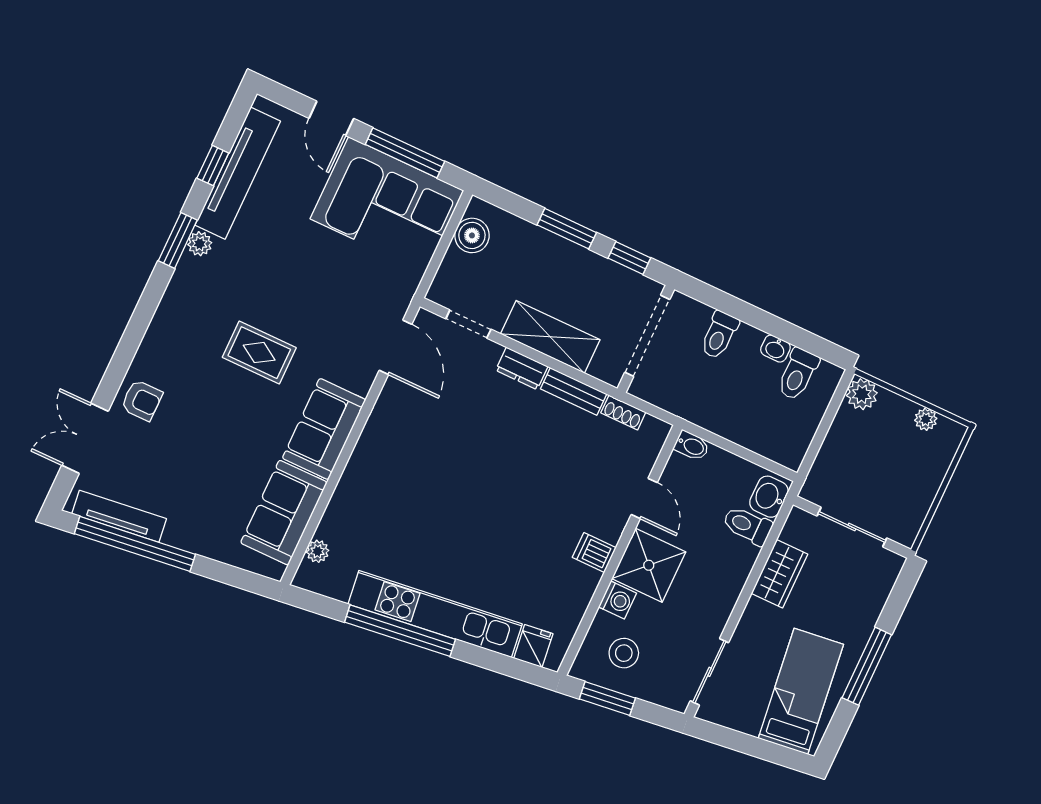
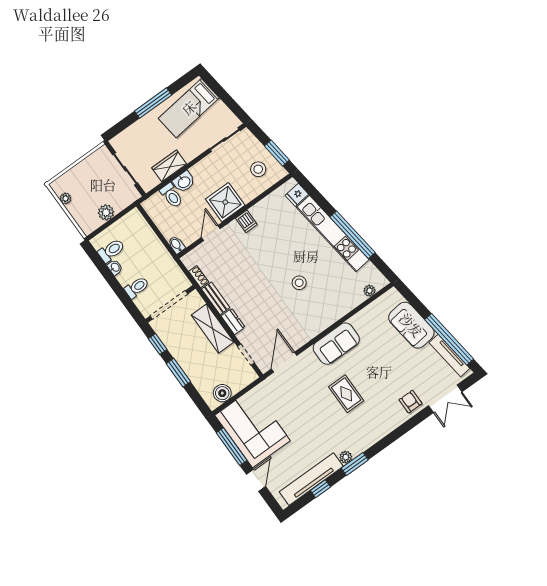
plant: (862, 394) -> (106, 212), moved
washbasin: (769, 497) -> (184, 182), moved
stool: (446, 498) -> (299, 283), added
sofa: (284, 513) -> (411, 325), moved, turned 83
washing machine: (618, 600) -> (248, 194), removed

